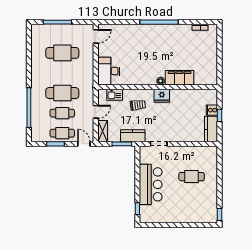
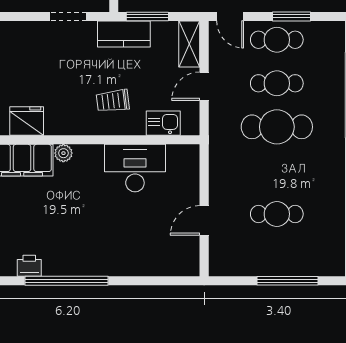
printer: (176, 29) -> (29, 266), added
door: (96, 36) -> (204, 220), moved
cafe table: (62, 53) -> (277, 214), width x0.73, depth x0.74
desk: (109, 71) -> (135, 168), moved, turned -90
fridge: (162, 96) -> (27, 121), moved

